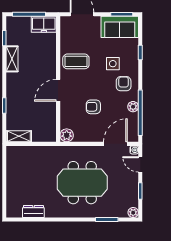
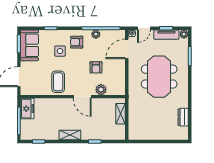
shelving: (12, 59) -> (70, 135), moved
plant: (67, 135) -> (101, 90), moved
shelving: (19, 136) -> (121, 114), moved
door: (115, 144) -> (127, 49), hinge flipped
tv unit: (133, 191) -> (166, 35), added

